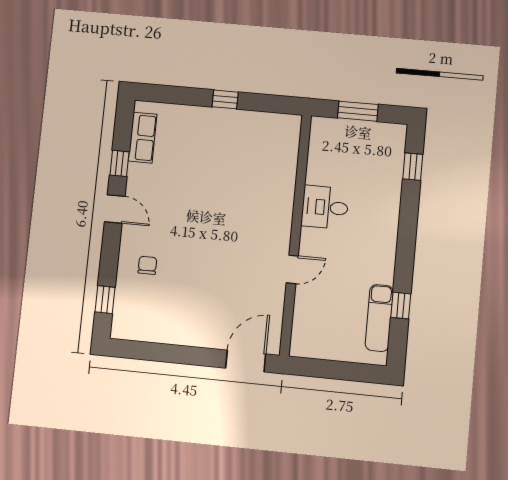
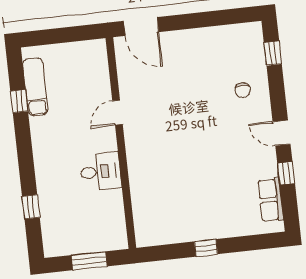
window: (413, 167) -> (31, 207), moved
door: (246, 361) -> (141, 27), hinge flipped

